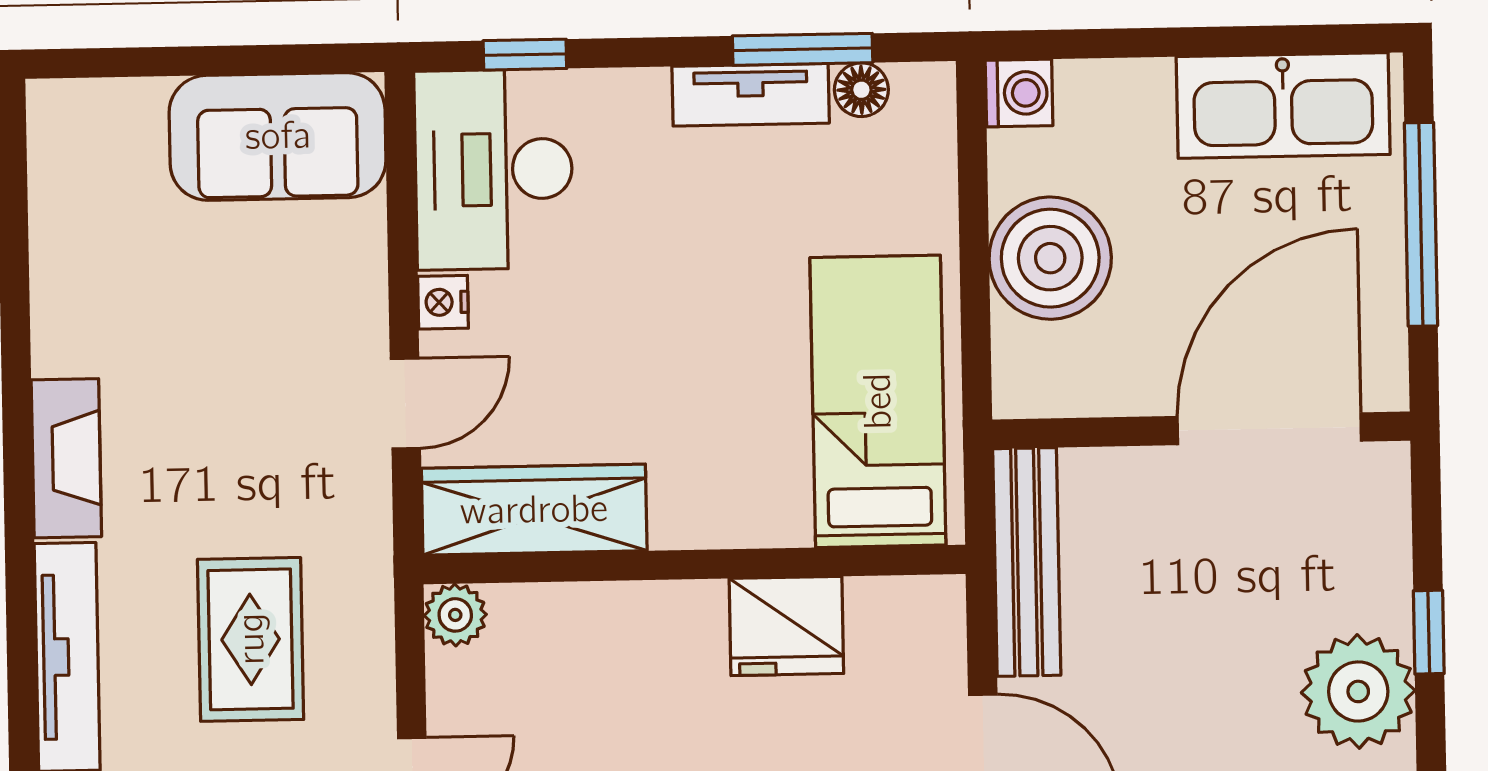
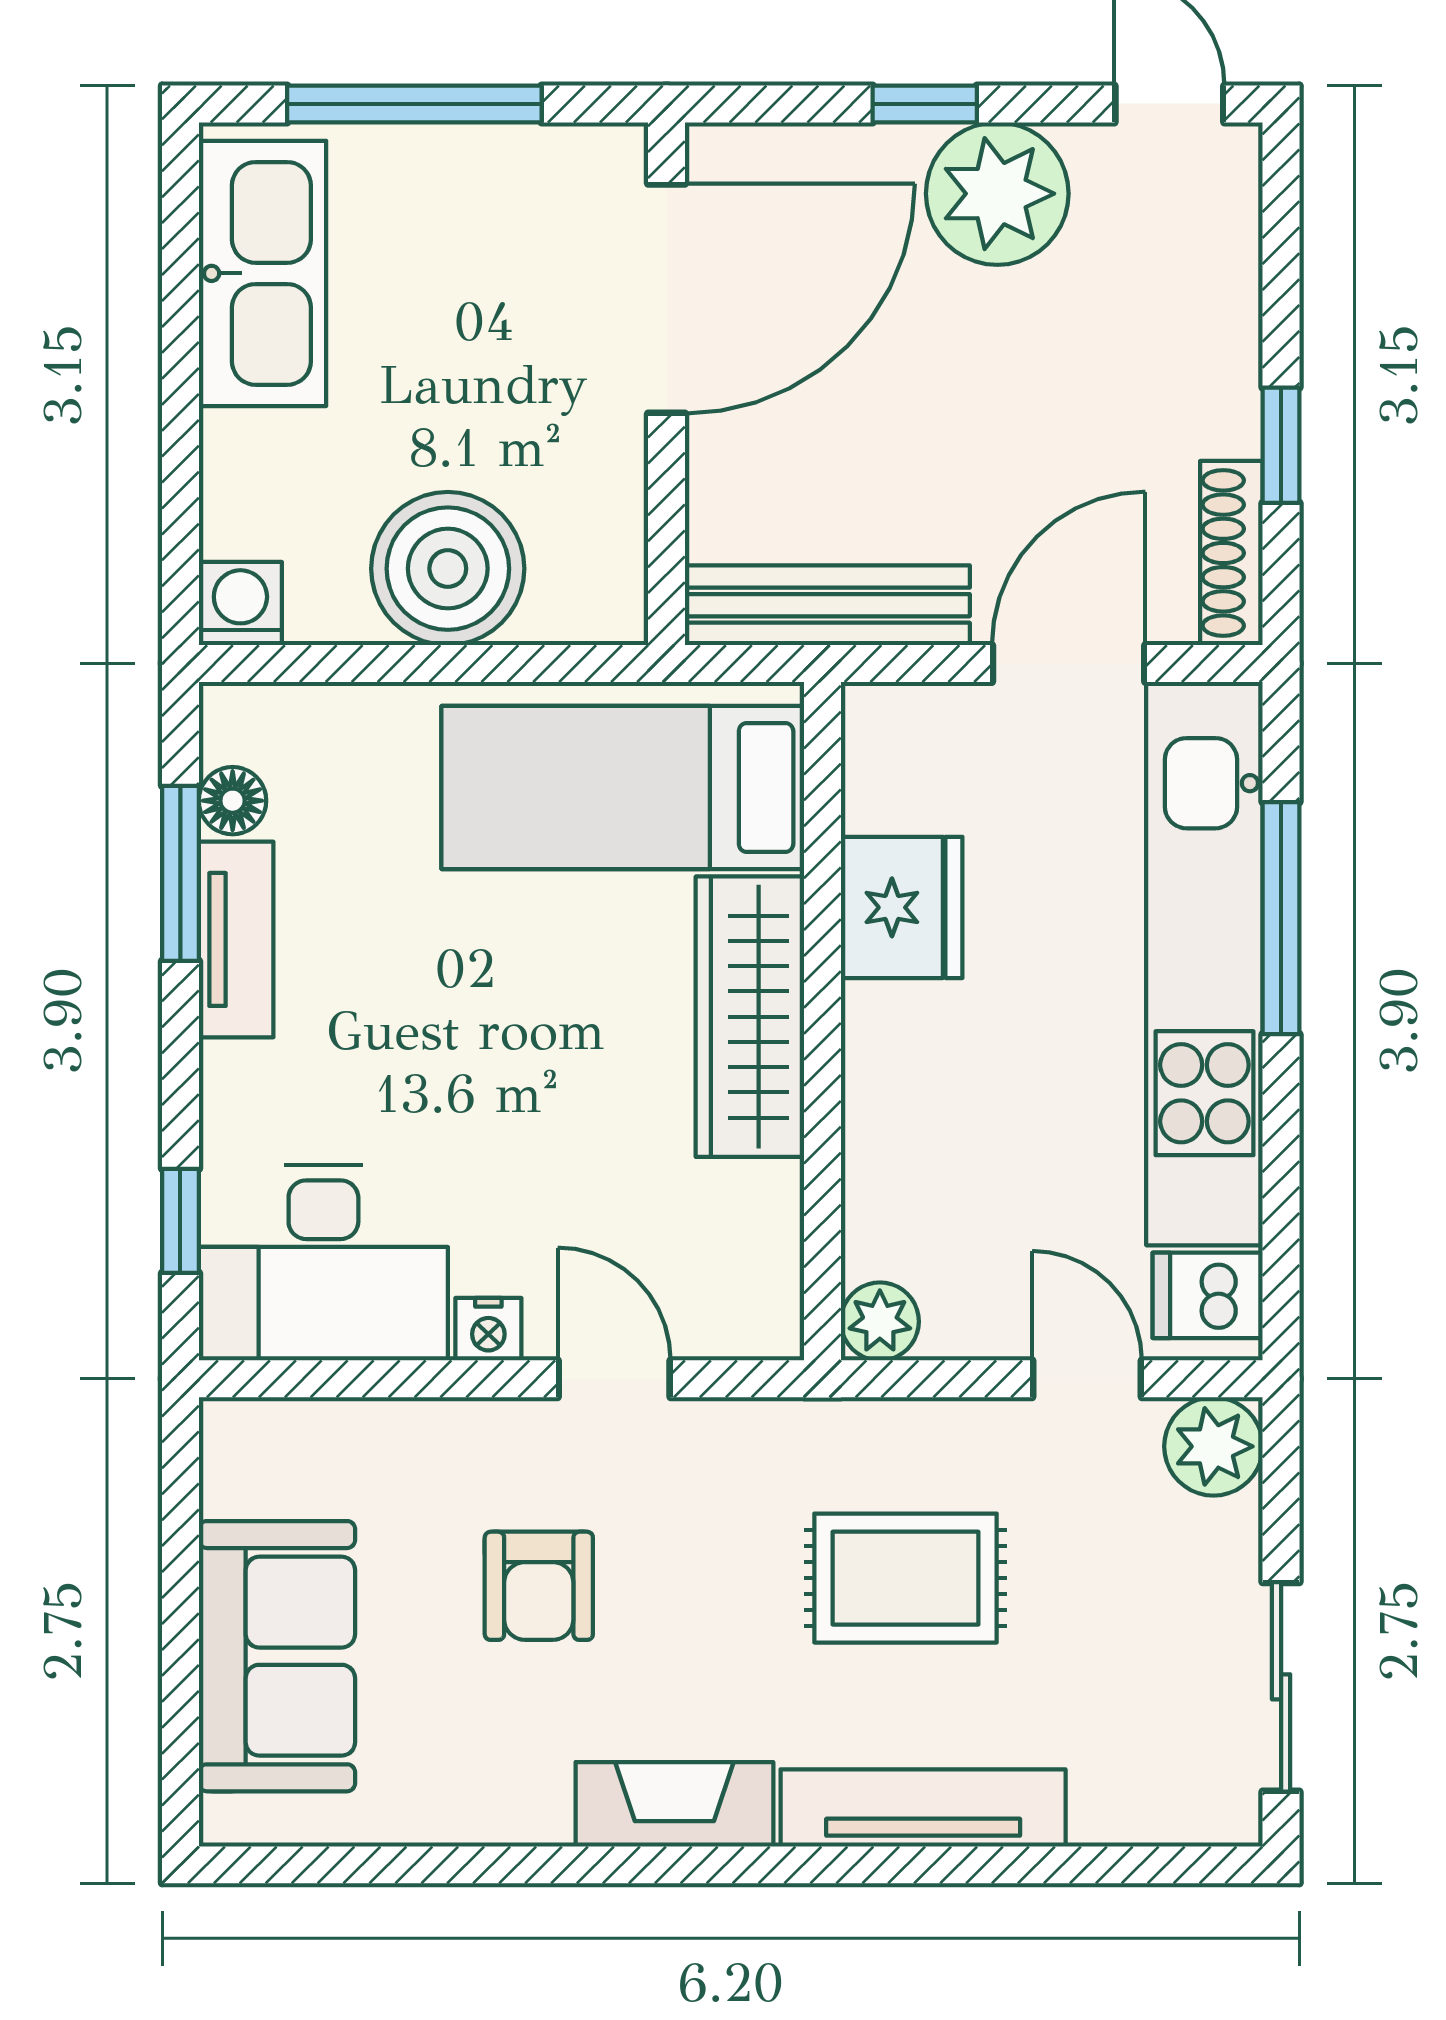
sofa: (278, 136) -> (277, 1656), moved
armchair: (239, 347) -> (539, 1586), added
door: (1269, 429) -> (667, 299), swing flipped
wardrobe: (534, 510) -> (750, 1017), moved

